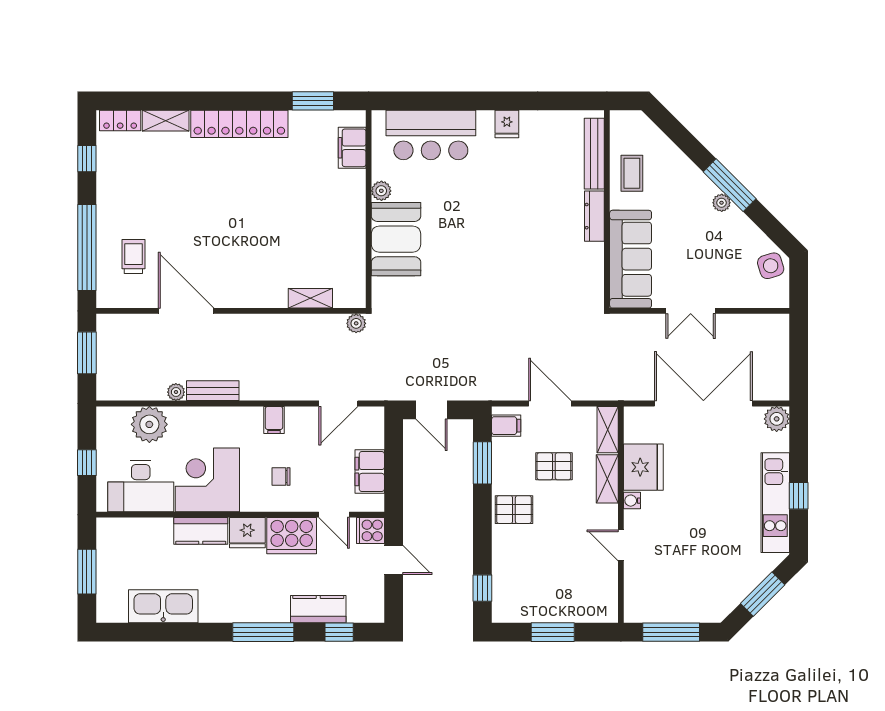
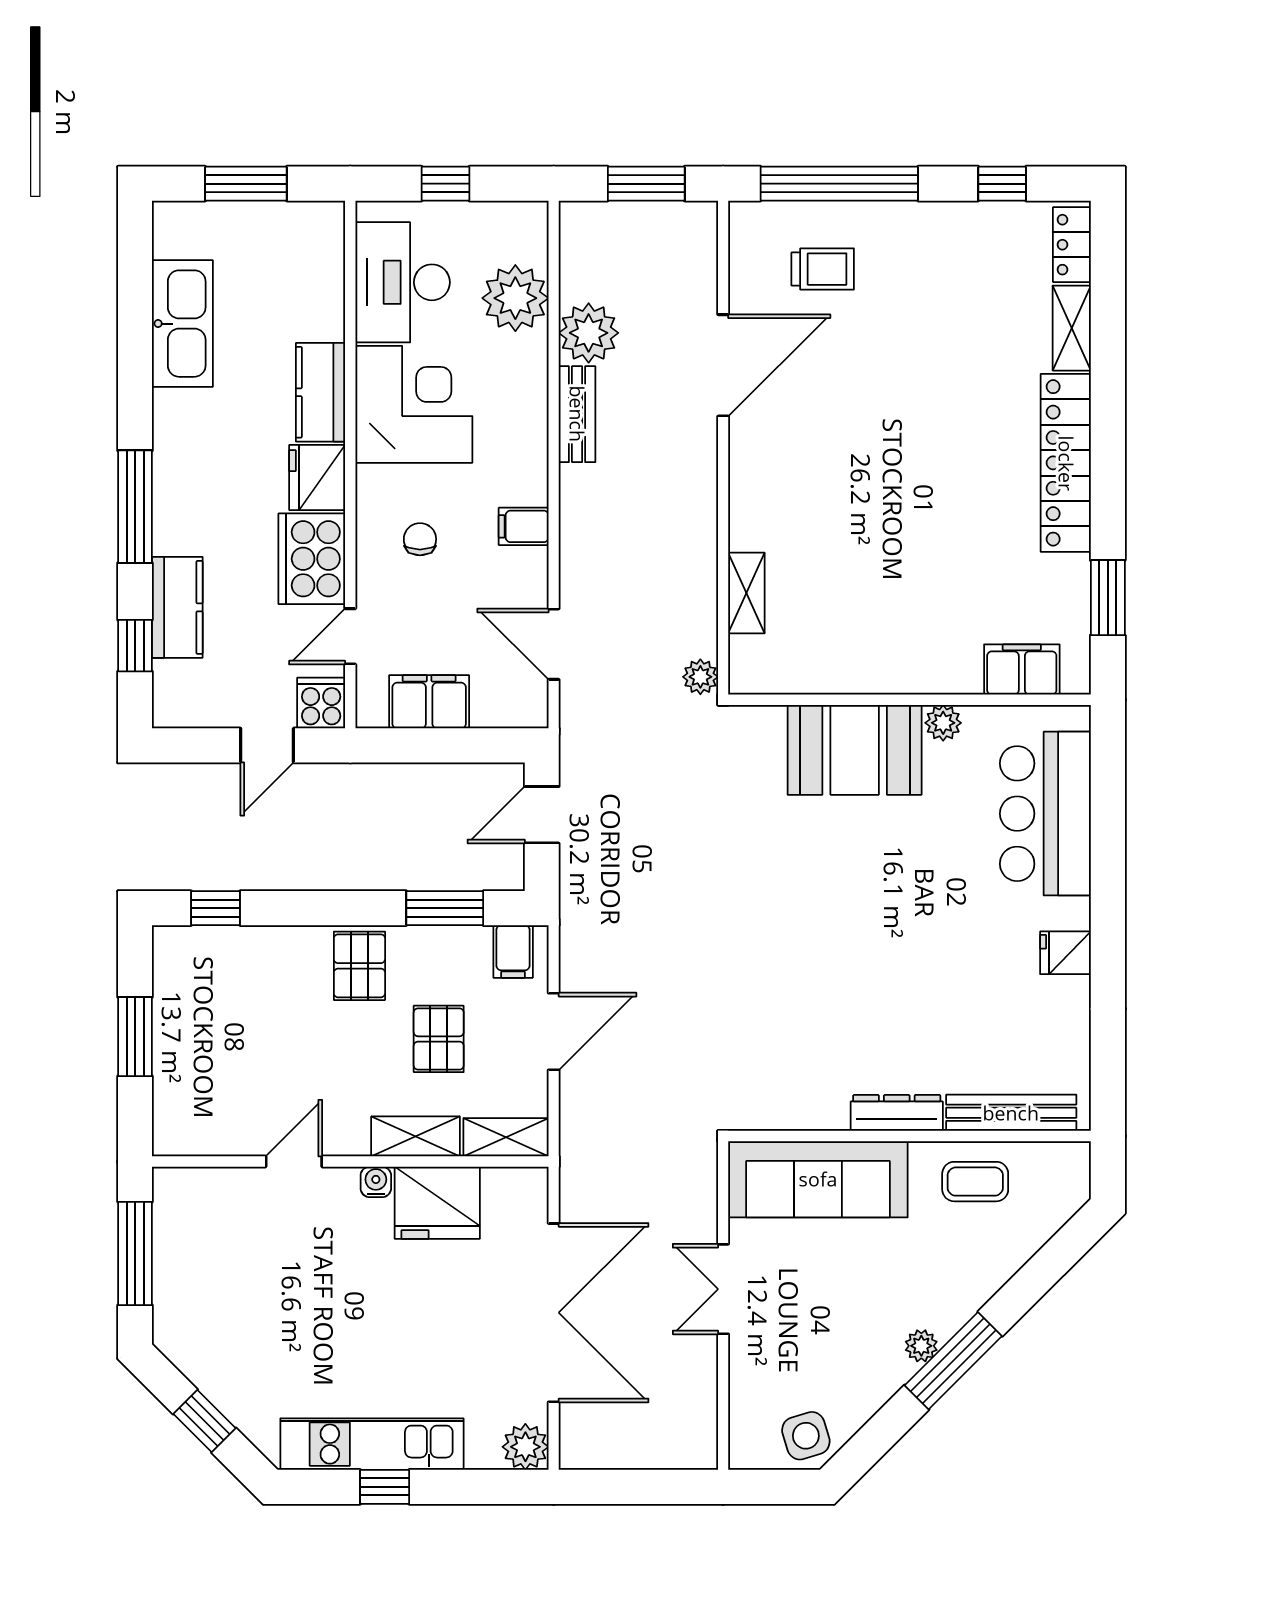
plant: (176, 392) -> (589, 333), width x1.88, depth x1.88
window: (763, 594) -> (205, 1421), width x0.67

